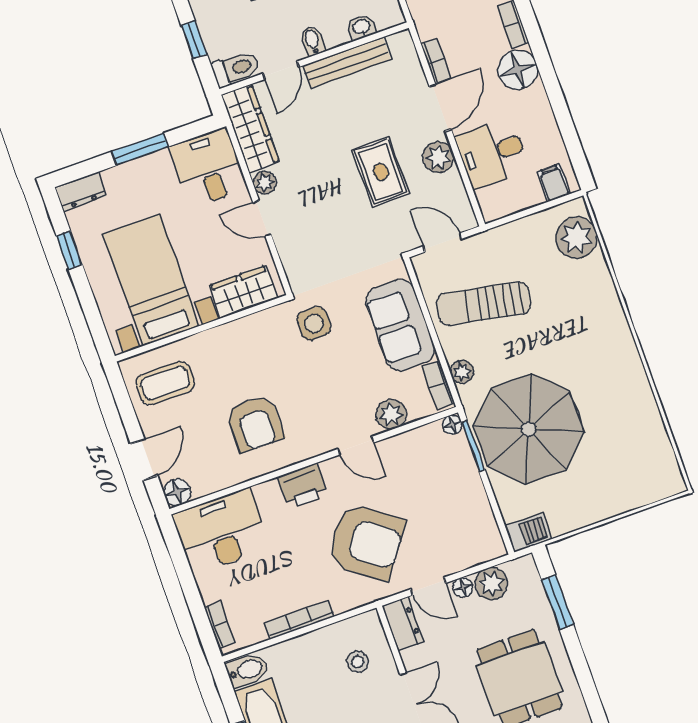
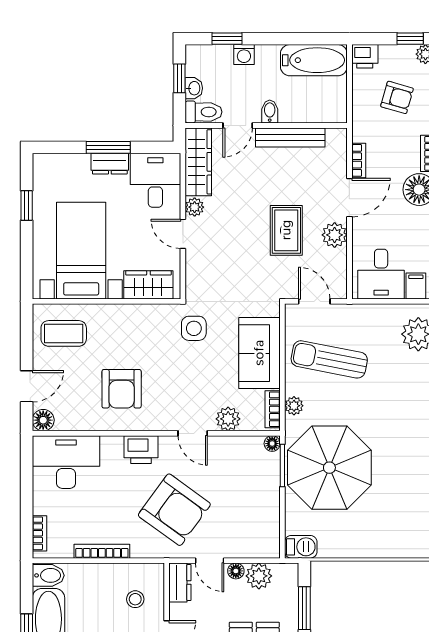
washbasin: (362, 27) -> (194, 88), moved, turned 90
desk: (492, 153) -> (381, 274), moved, turned -90
dresser: (80, 192) -> (110, 164), moved

